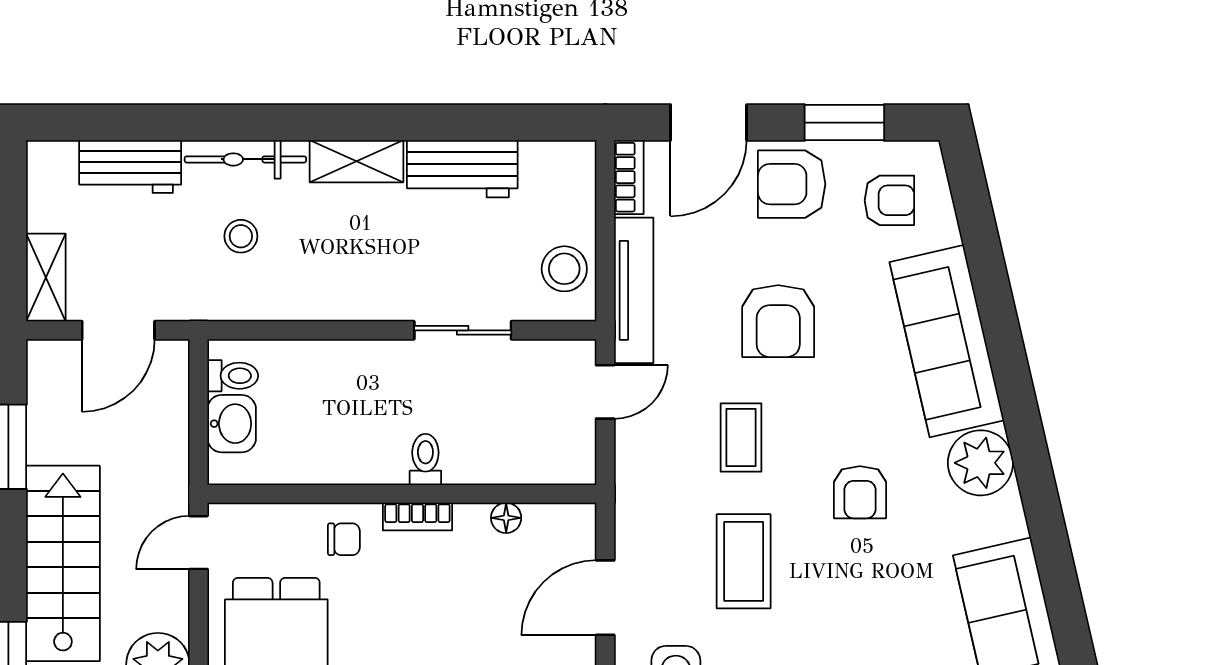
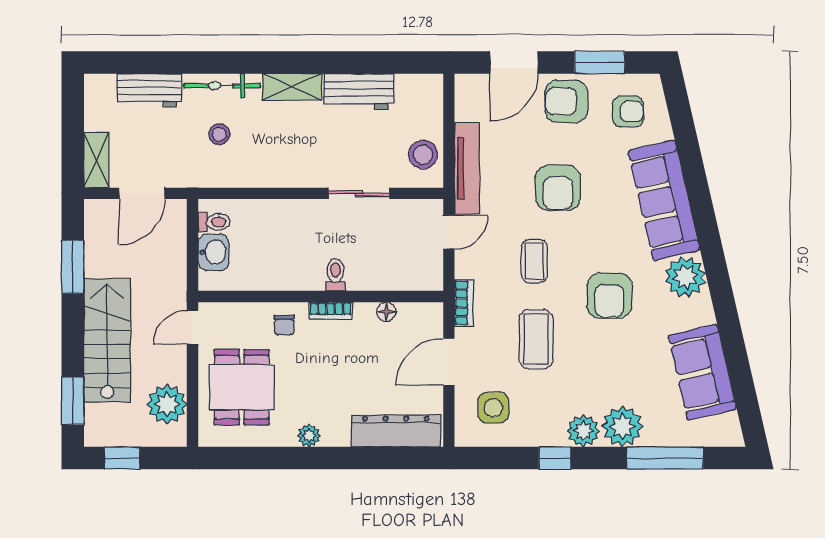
bookcase: (629, 177) -> (464, 303), moved
armchair: (860, 492) -> (609, 295), width x1.38, depth x1.38
chair: (344, 539) -> (284, 325), turned 90

